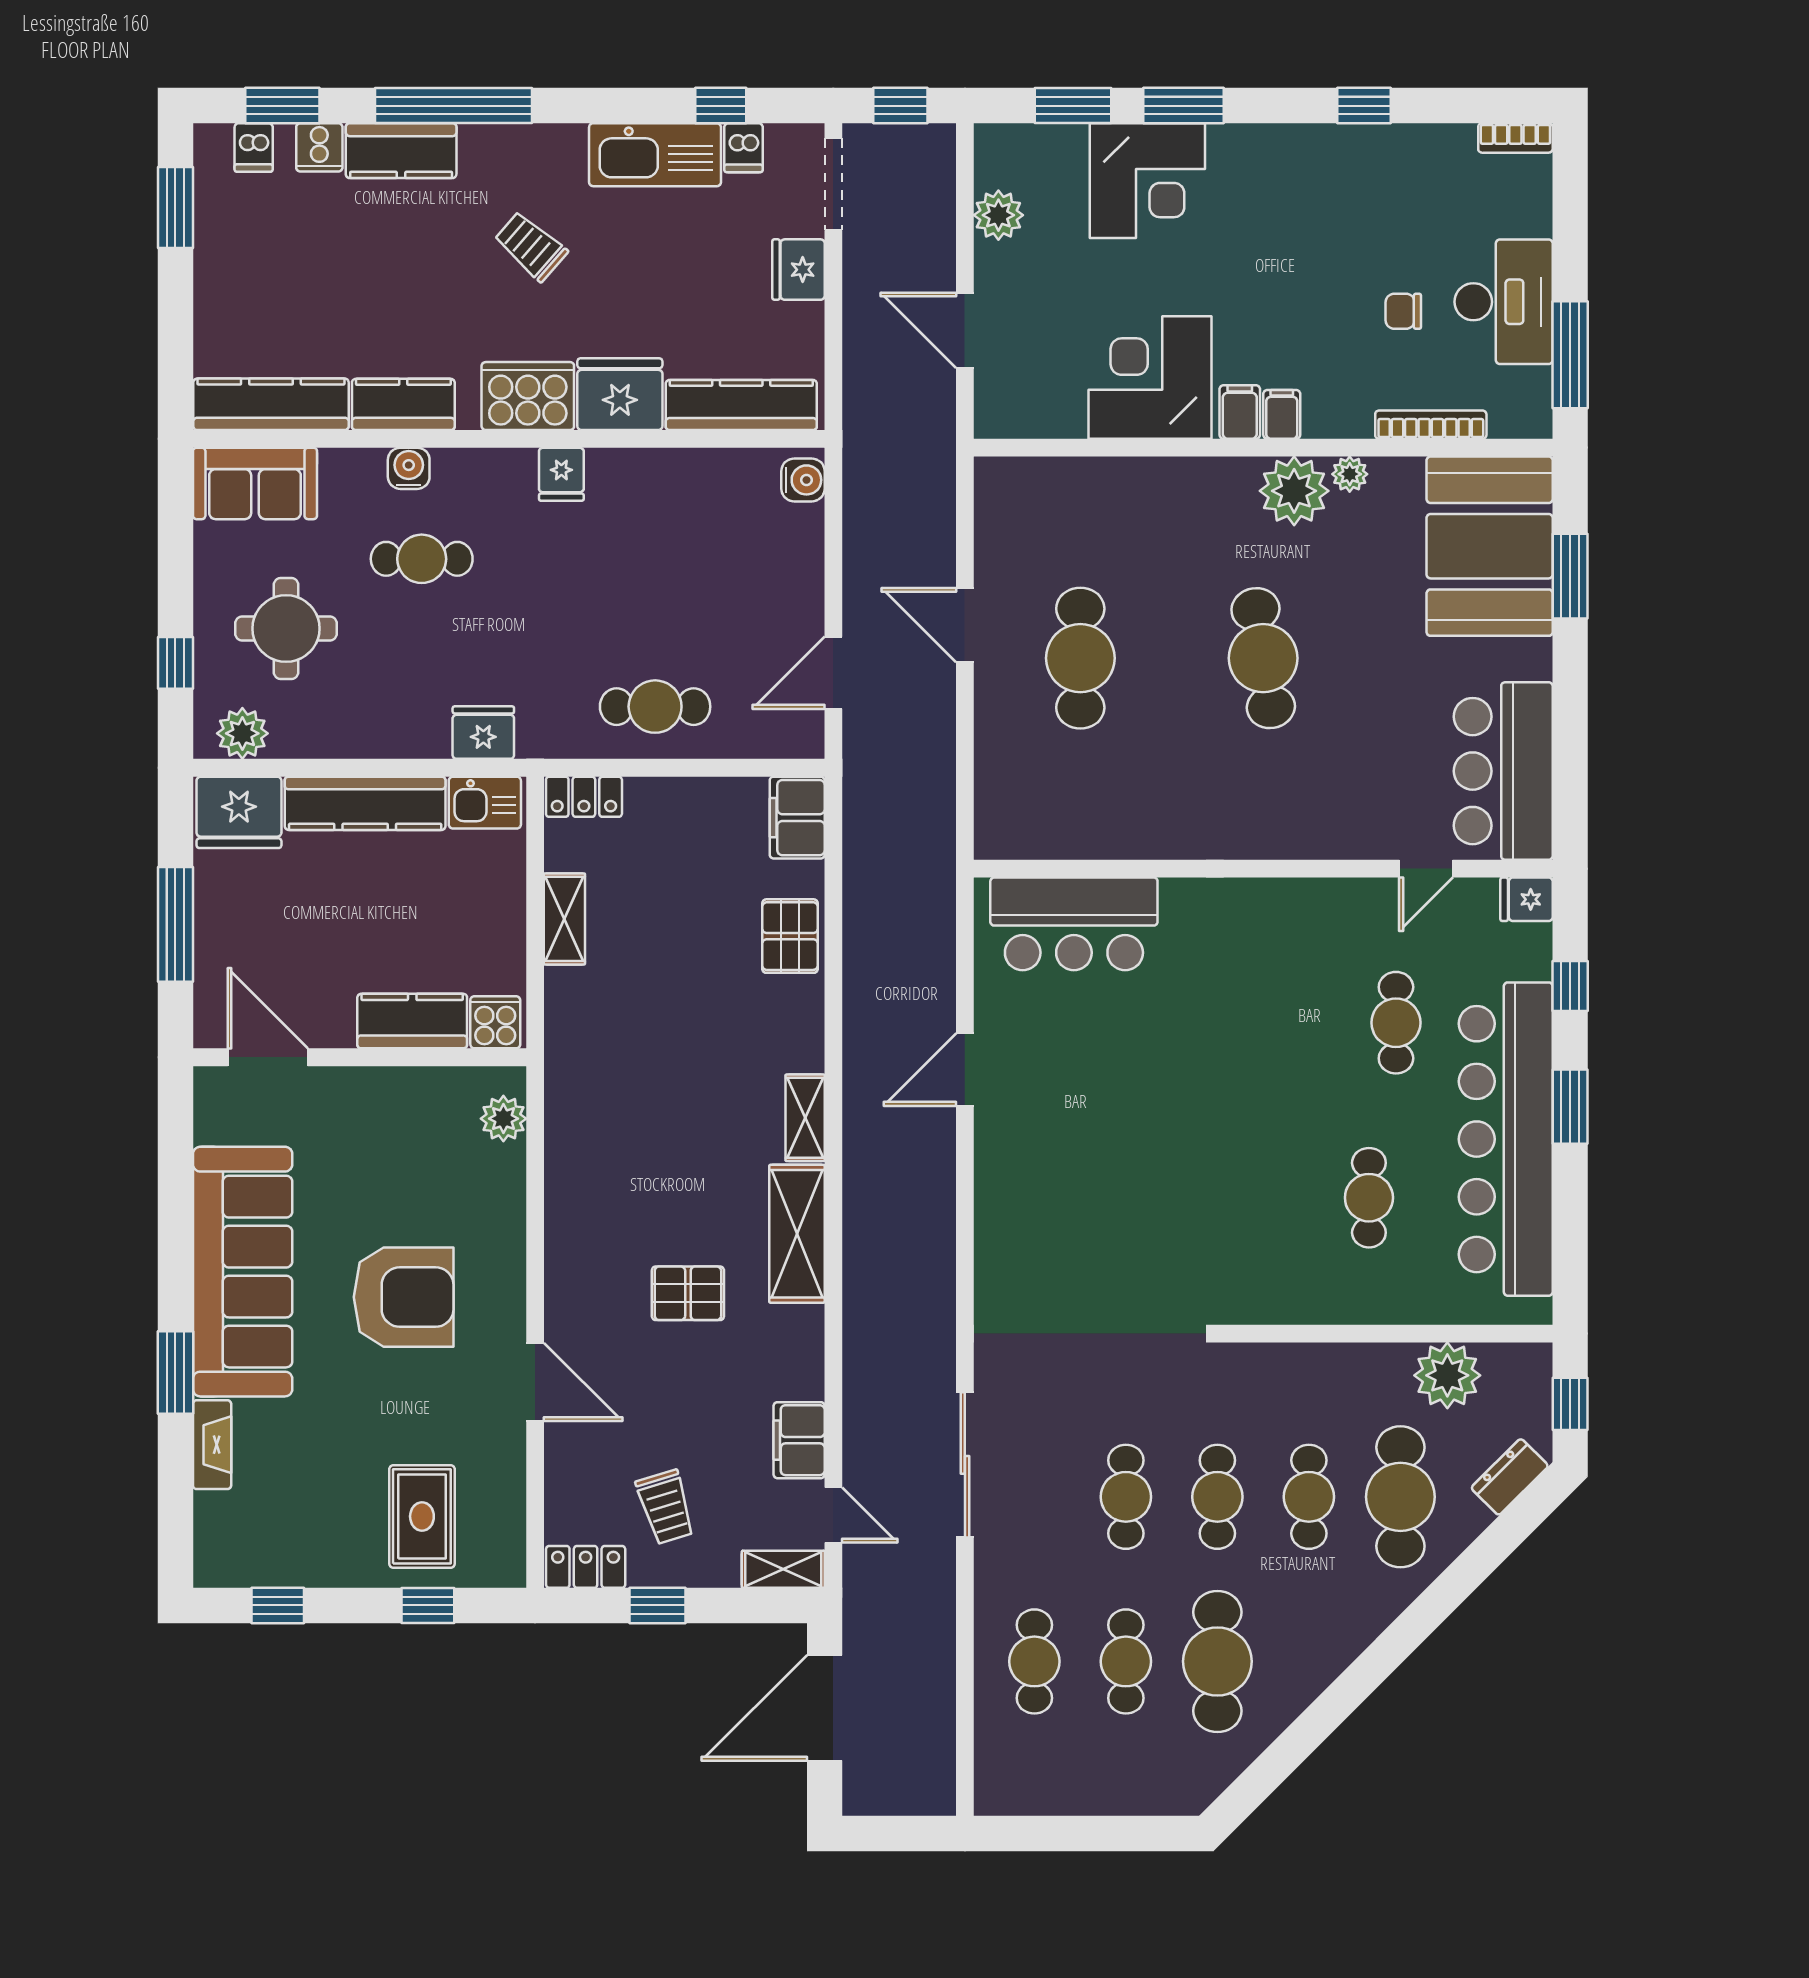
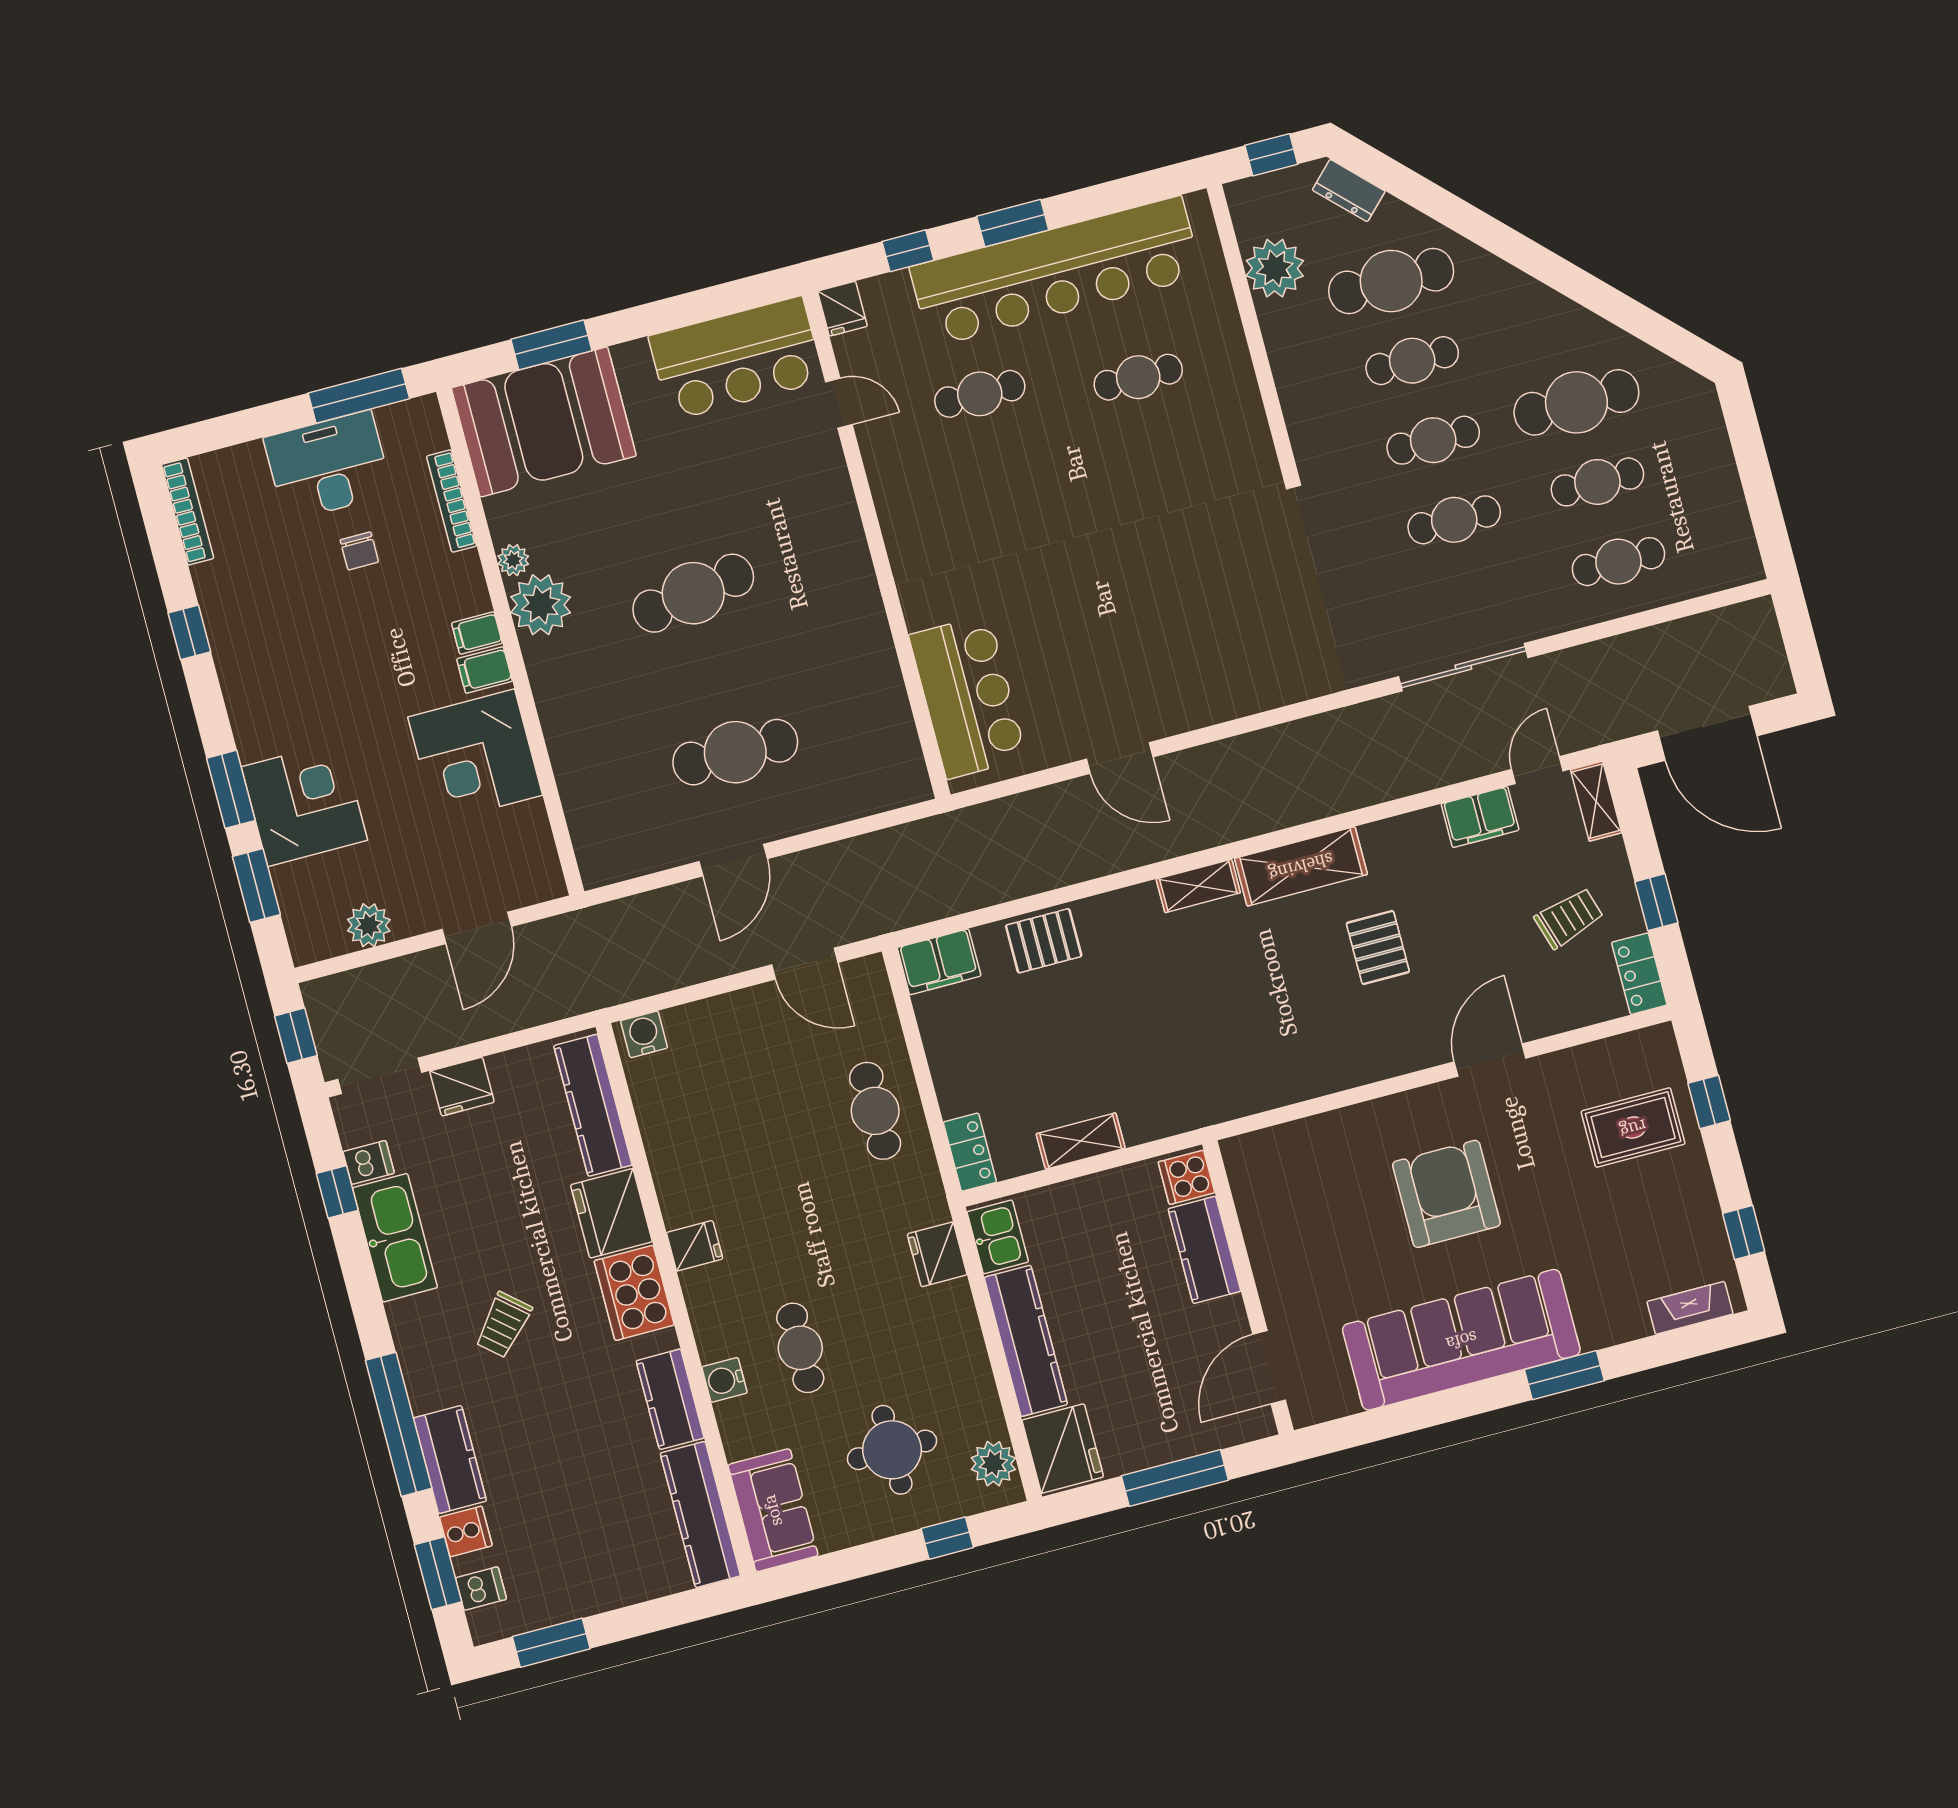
bookcase: (1515, 138) -> (188, 511), width x1.56
plant: (503, 1119) -> (1268, 1148), removed
fireplace: (212, 1445) -> (1690, 1308), moved

